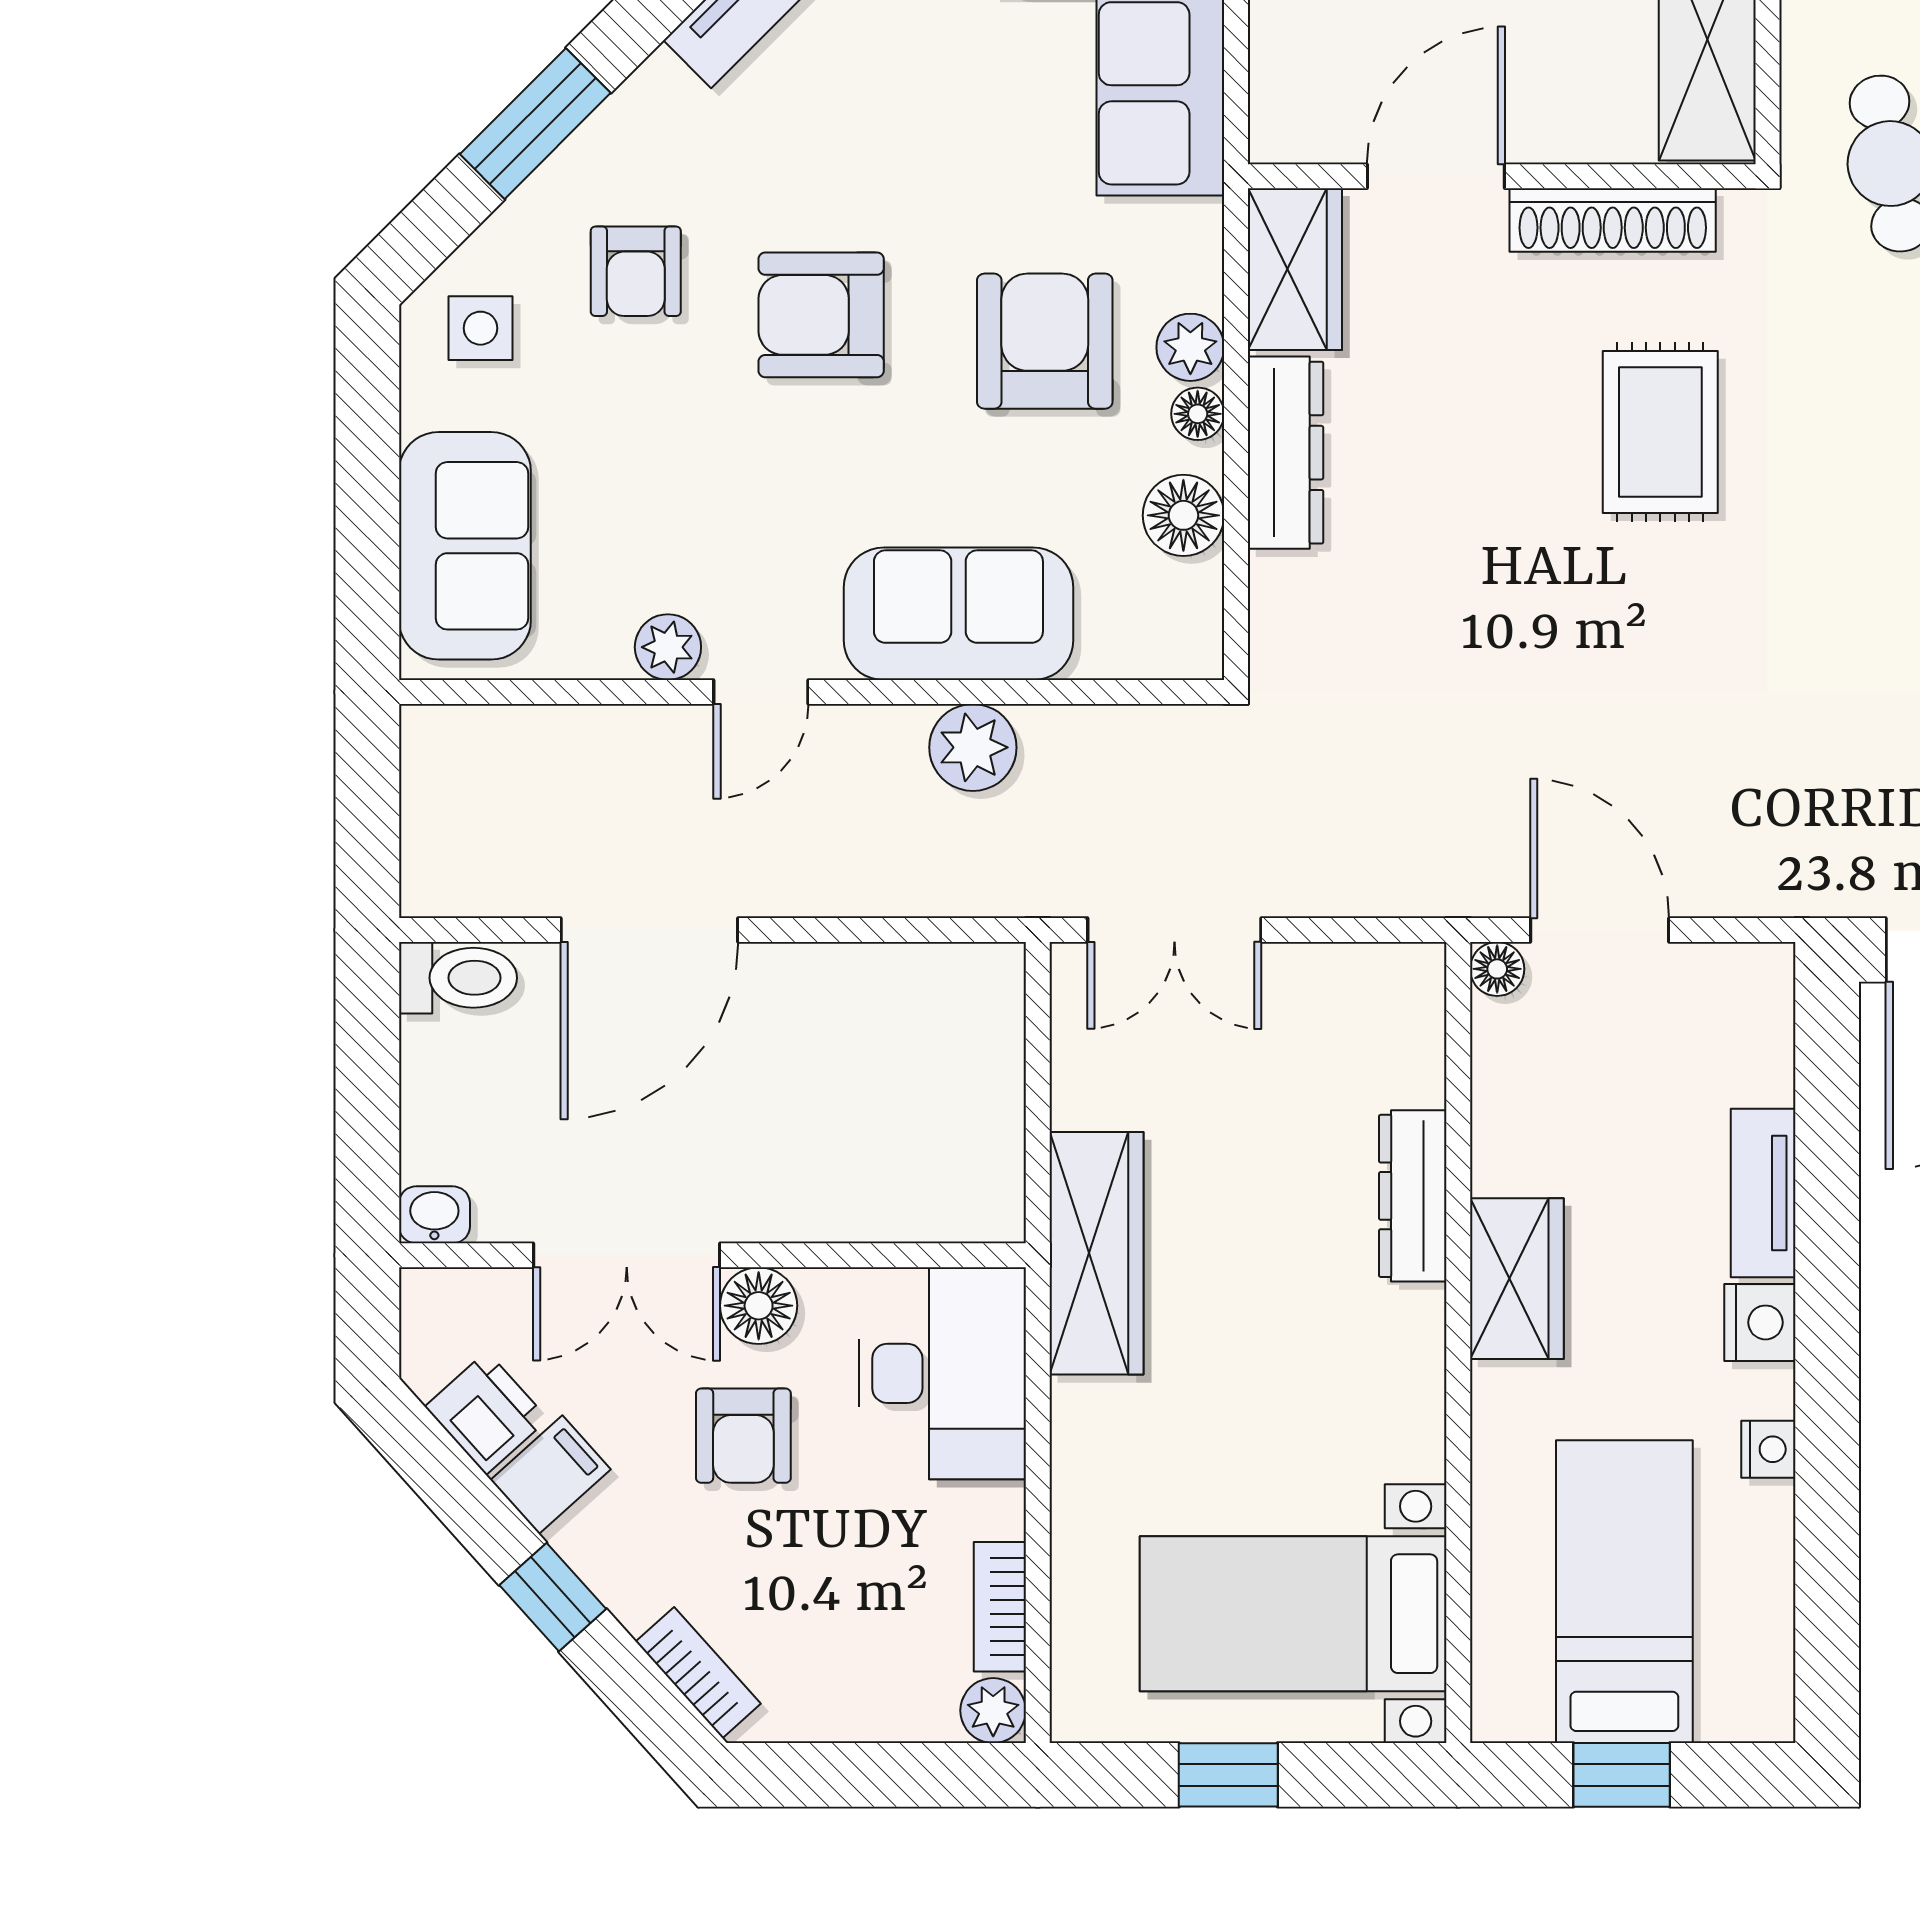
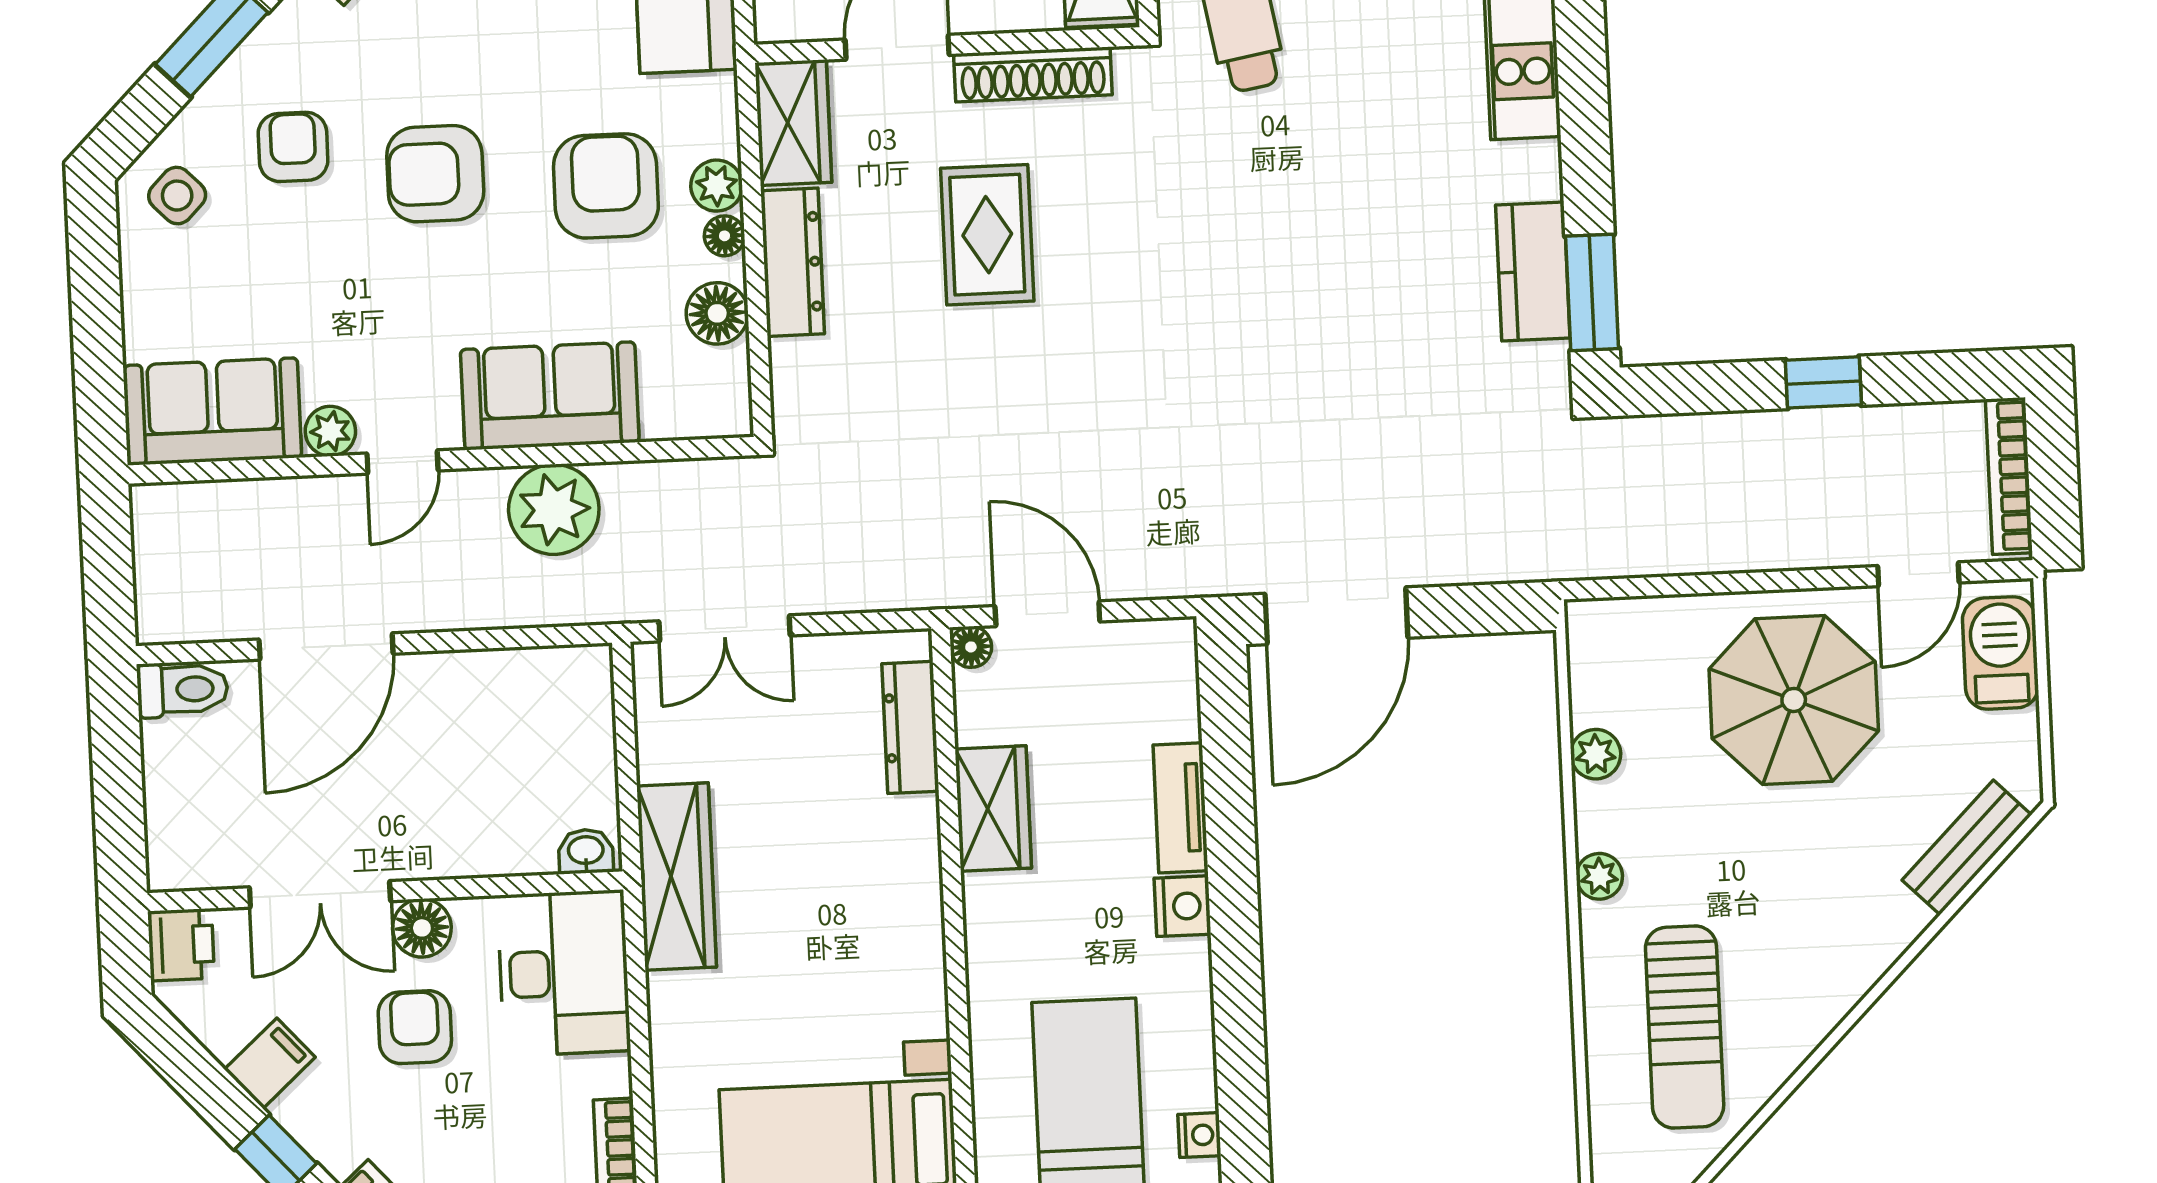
armchair: (636, 271) -> (293, 147), turned 180
side table: (481, 328) -> (177, 196), turned 45
rug: (1660, 432) -> (987, 235), moved
sofa: (465, 546) -> (213, 411), moved, turned -90
plant: (973, 747) -> (554, 509), width x1.36, depth x1.36
dresser: (1413, 1196) -> (910, 727), moved
washbasin: (434, 1215) -> (586, 851), moved
wardrobe: (1517, 1279) -> (993, 809), moved
printer: (486, 1413) -> (181, 945), moved, turned 42
armchair: (743, 1436) -> (415, 1027), turned 180
nightstand: (1768, 1449) -> (1199, 1135), moved

